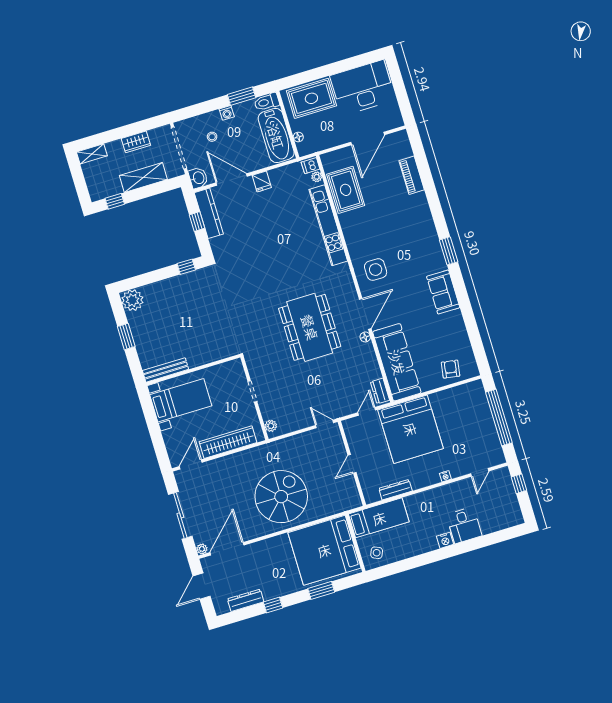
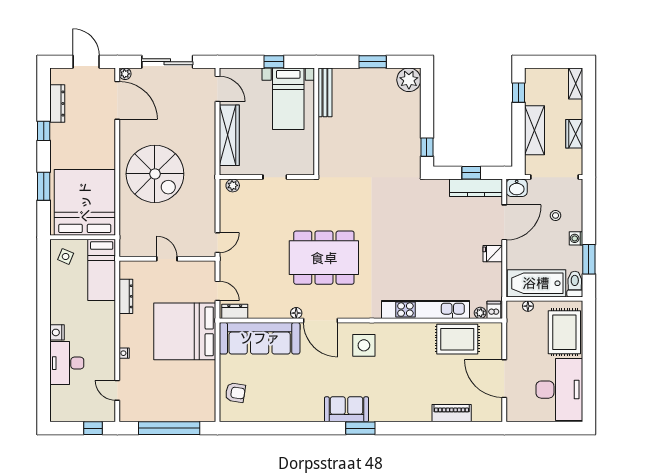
sofa: (443, 292) -> (346, 409), moved
window: (152, 423) -> (274, 62), added
desk: (464, 525) -> (67, 363), width x1.37

